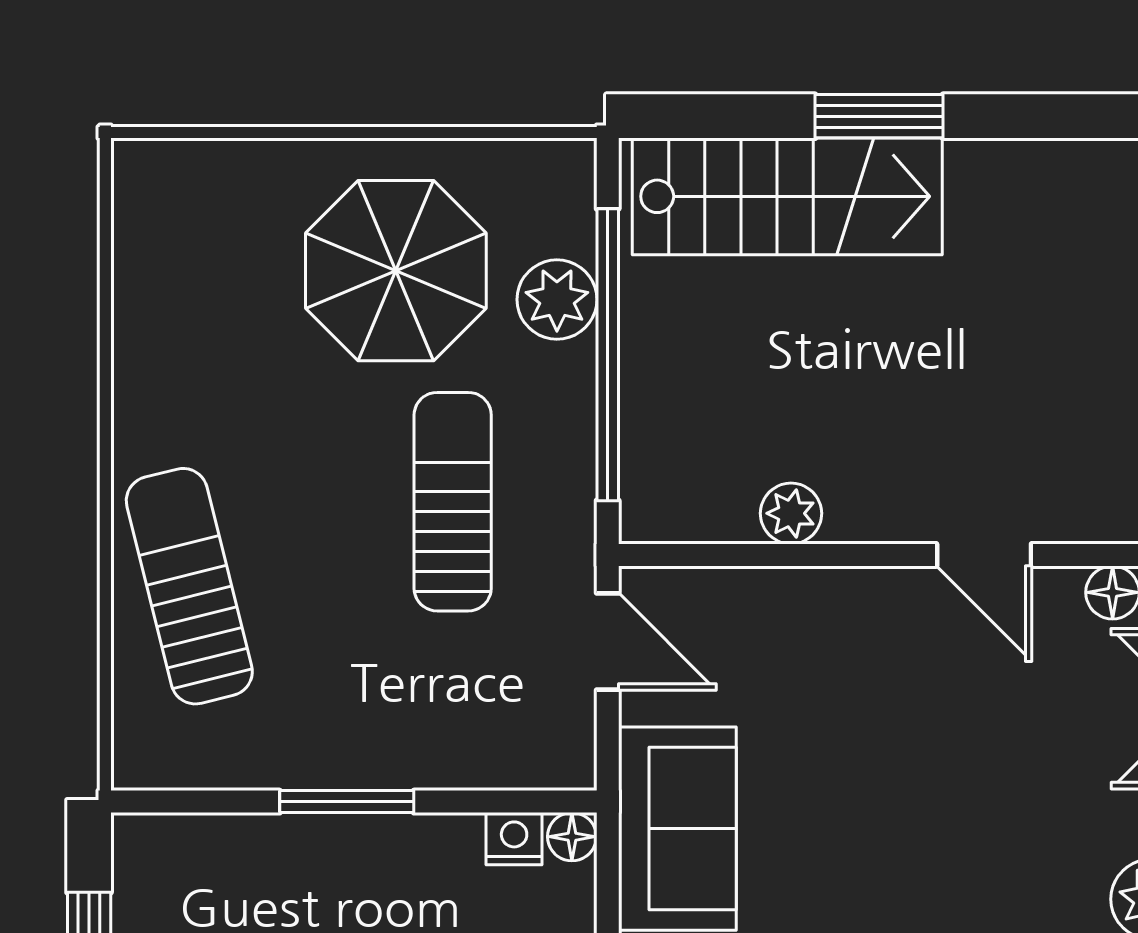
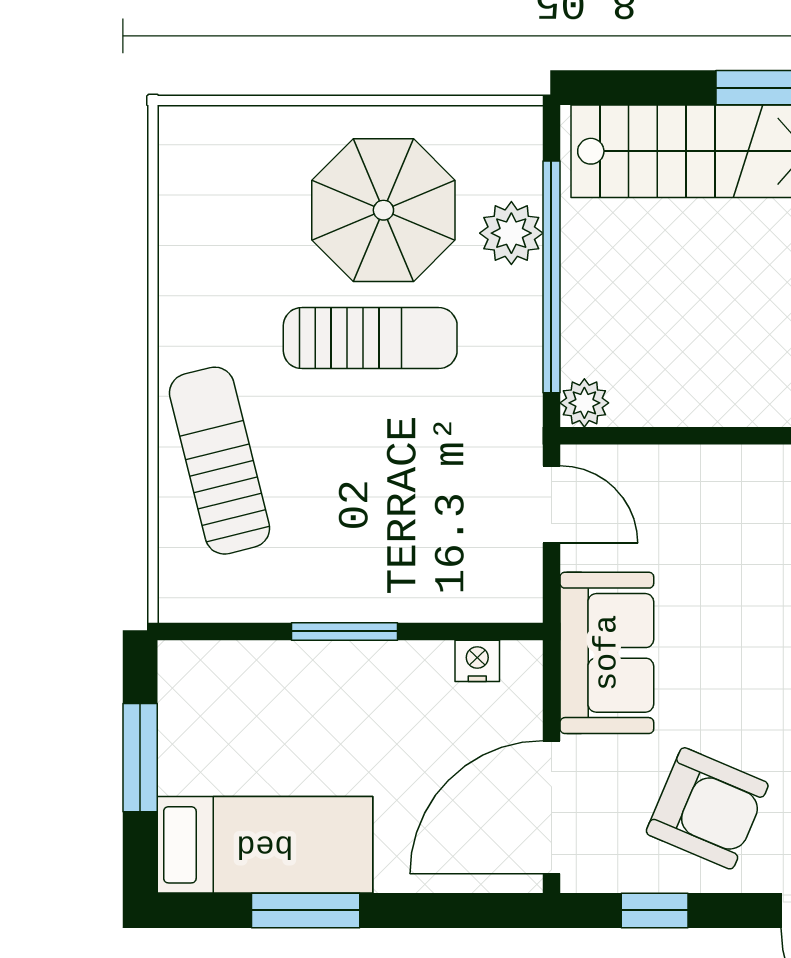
sun lounger: (453, 502) -> (370, 338), moved, turned 90
plant: (791, 513) -> (584, 403), moved
floor lamp: (572, 837) -> (523, 659), removed

